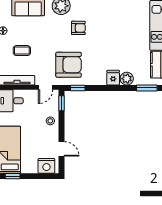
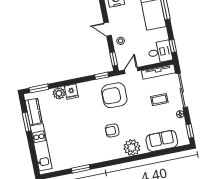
door: (62, 149) -> (108, 29), moved

